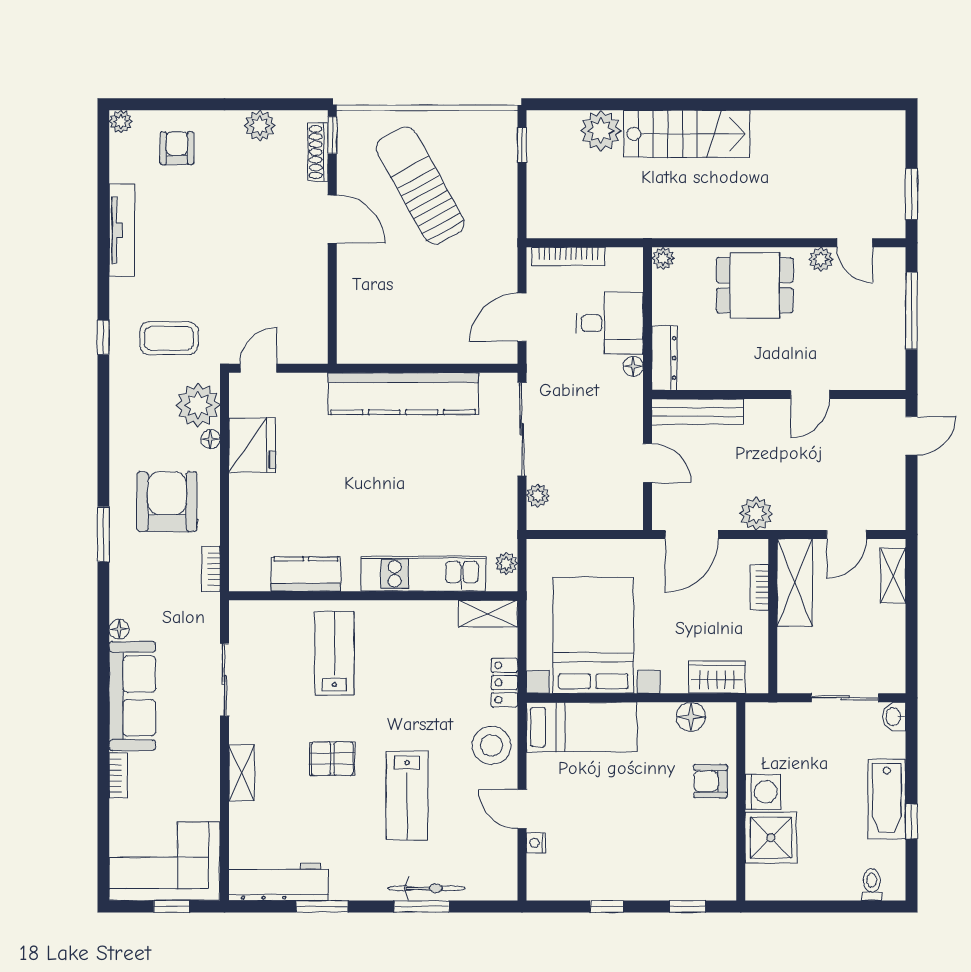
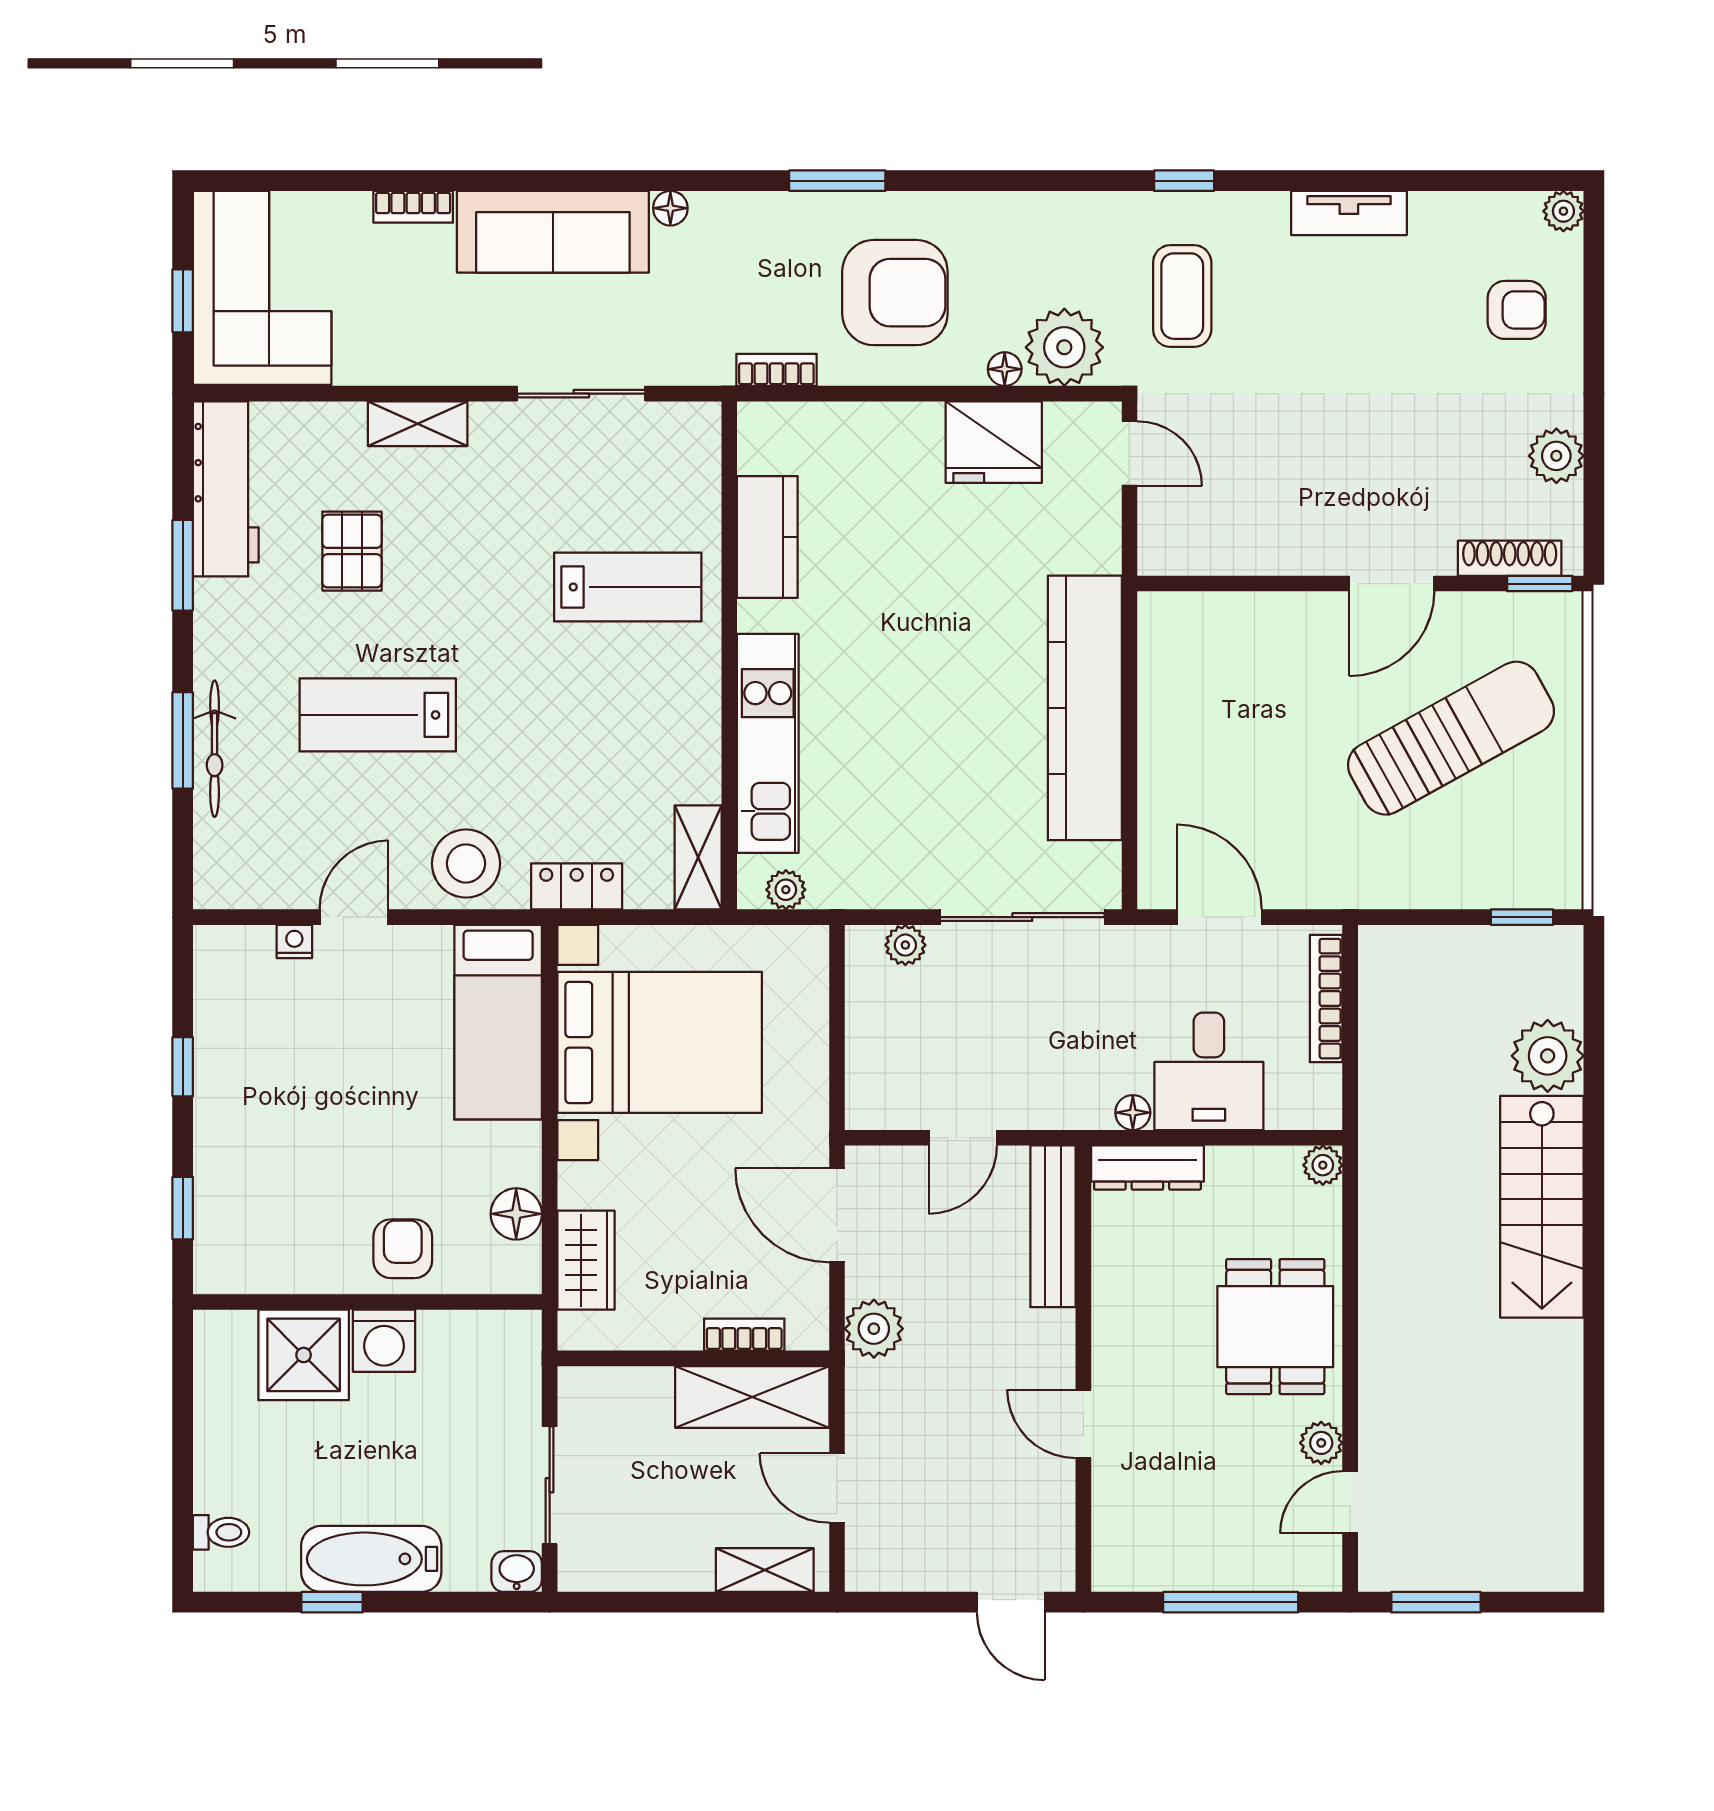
tv unit: (122, 230) -> (1349, 213), width x0.71
pallet: (332, 759) -> (352, 551), moved

